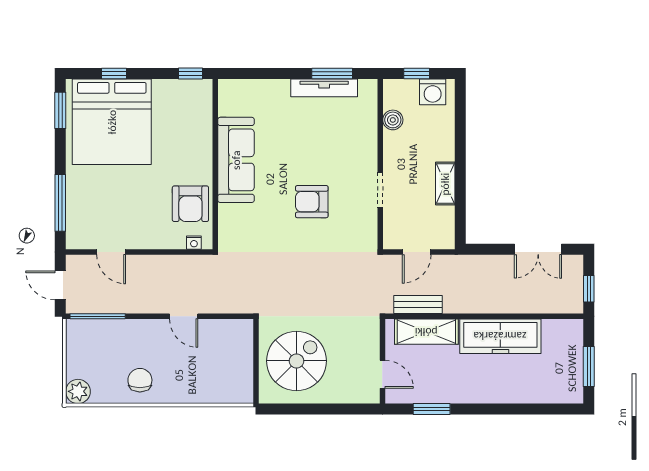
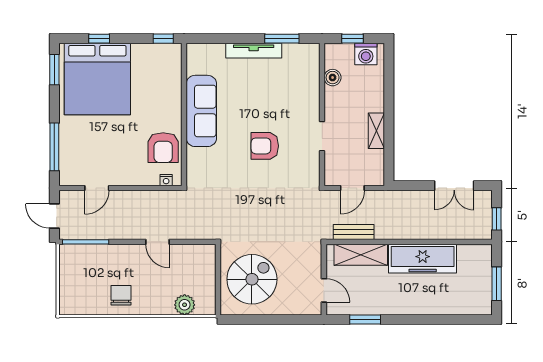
tv unit: (324, 88) -> (254, 51), moved
door: (111, 252) -> (97, 188), hinge flipped
plant: (78, 391) -> (185, 305), moved

